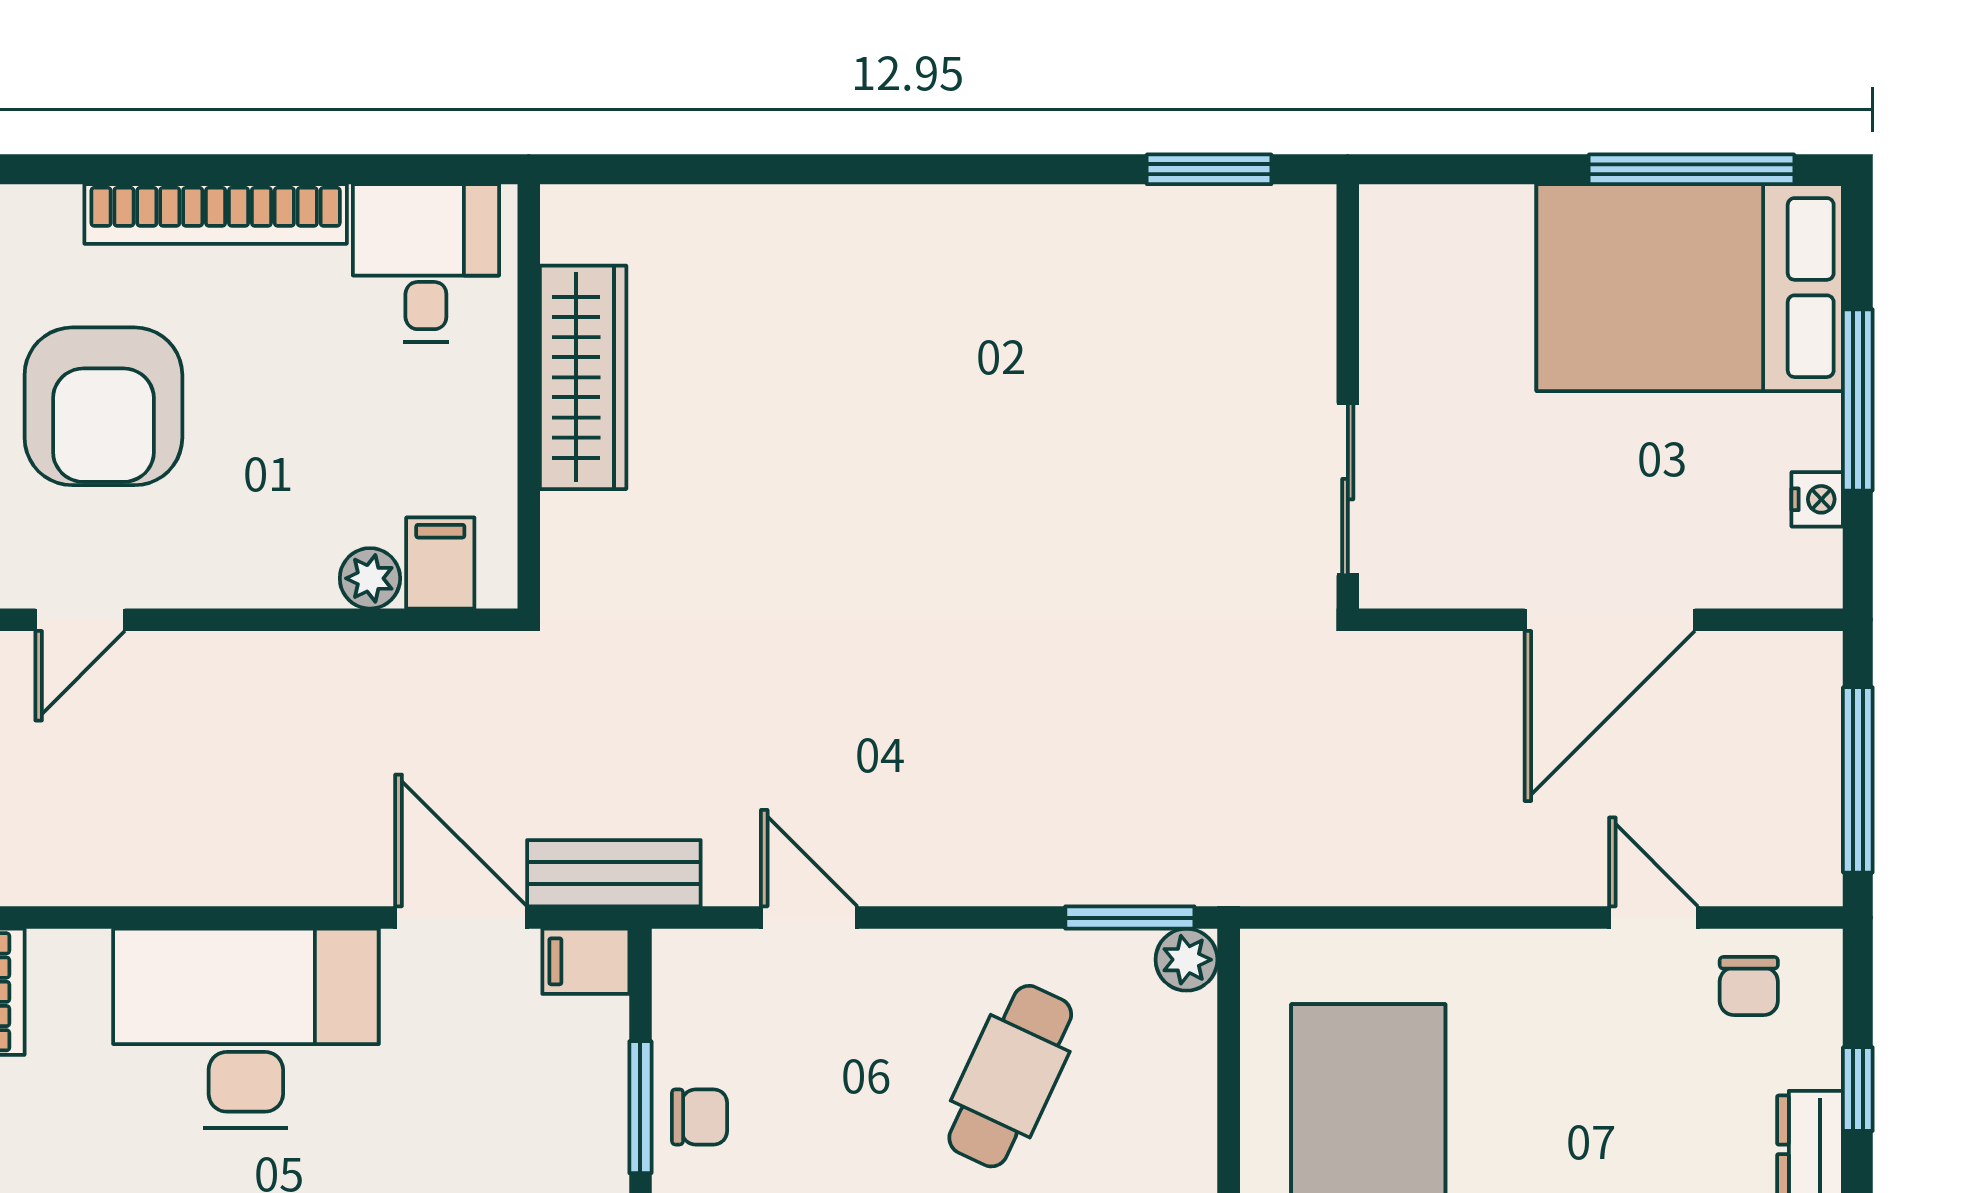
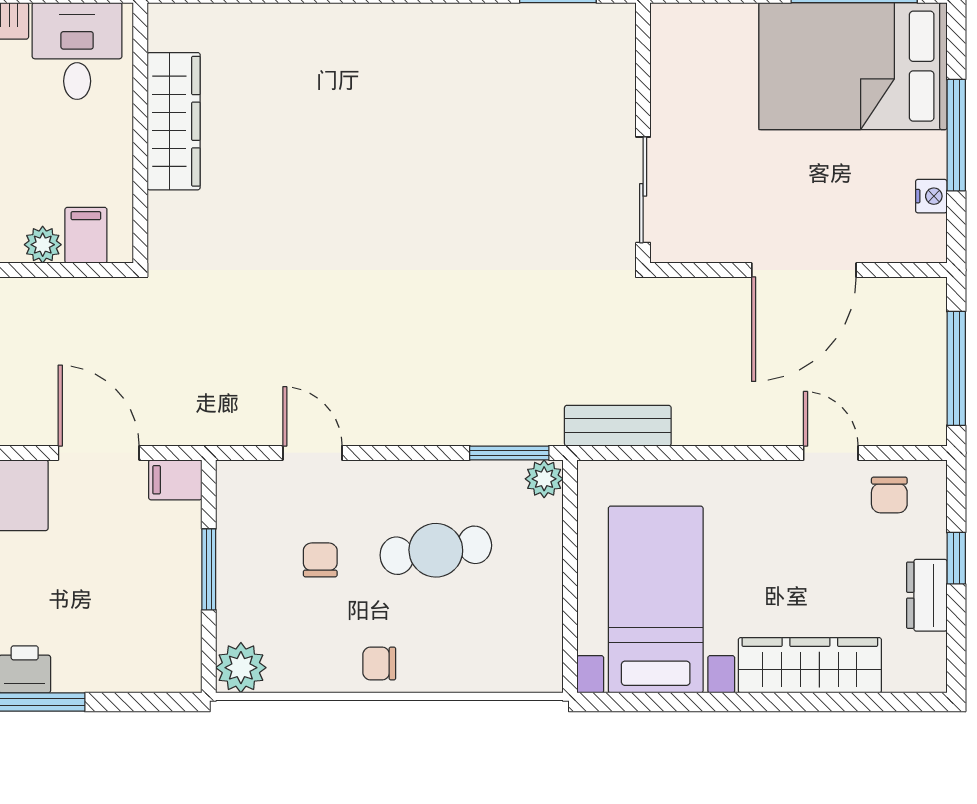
bench: (614, 873) -> (618, 426), moved
cafe table: (1010, 1076) -> (436, 550), turned 57
chair: (700, 1117) -> (320, 560), moved, turned -90

